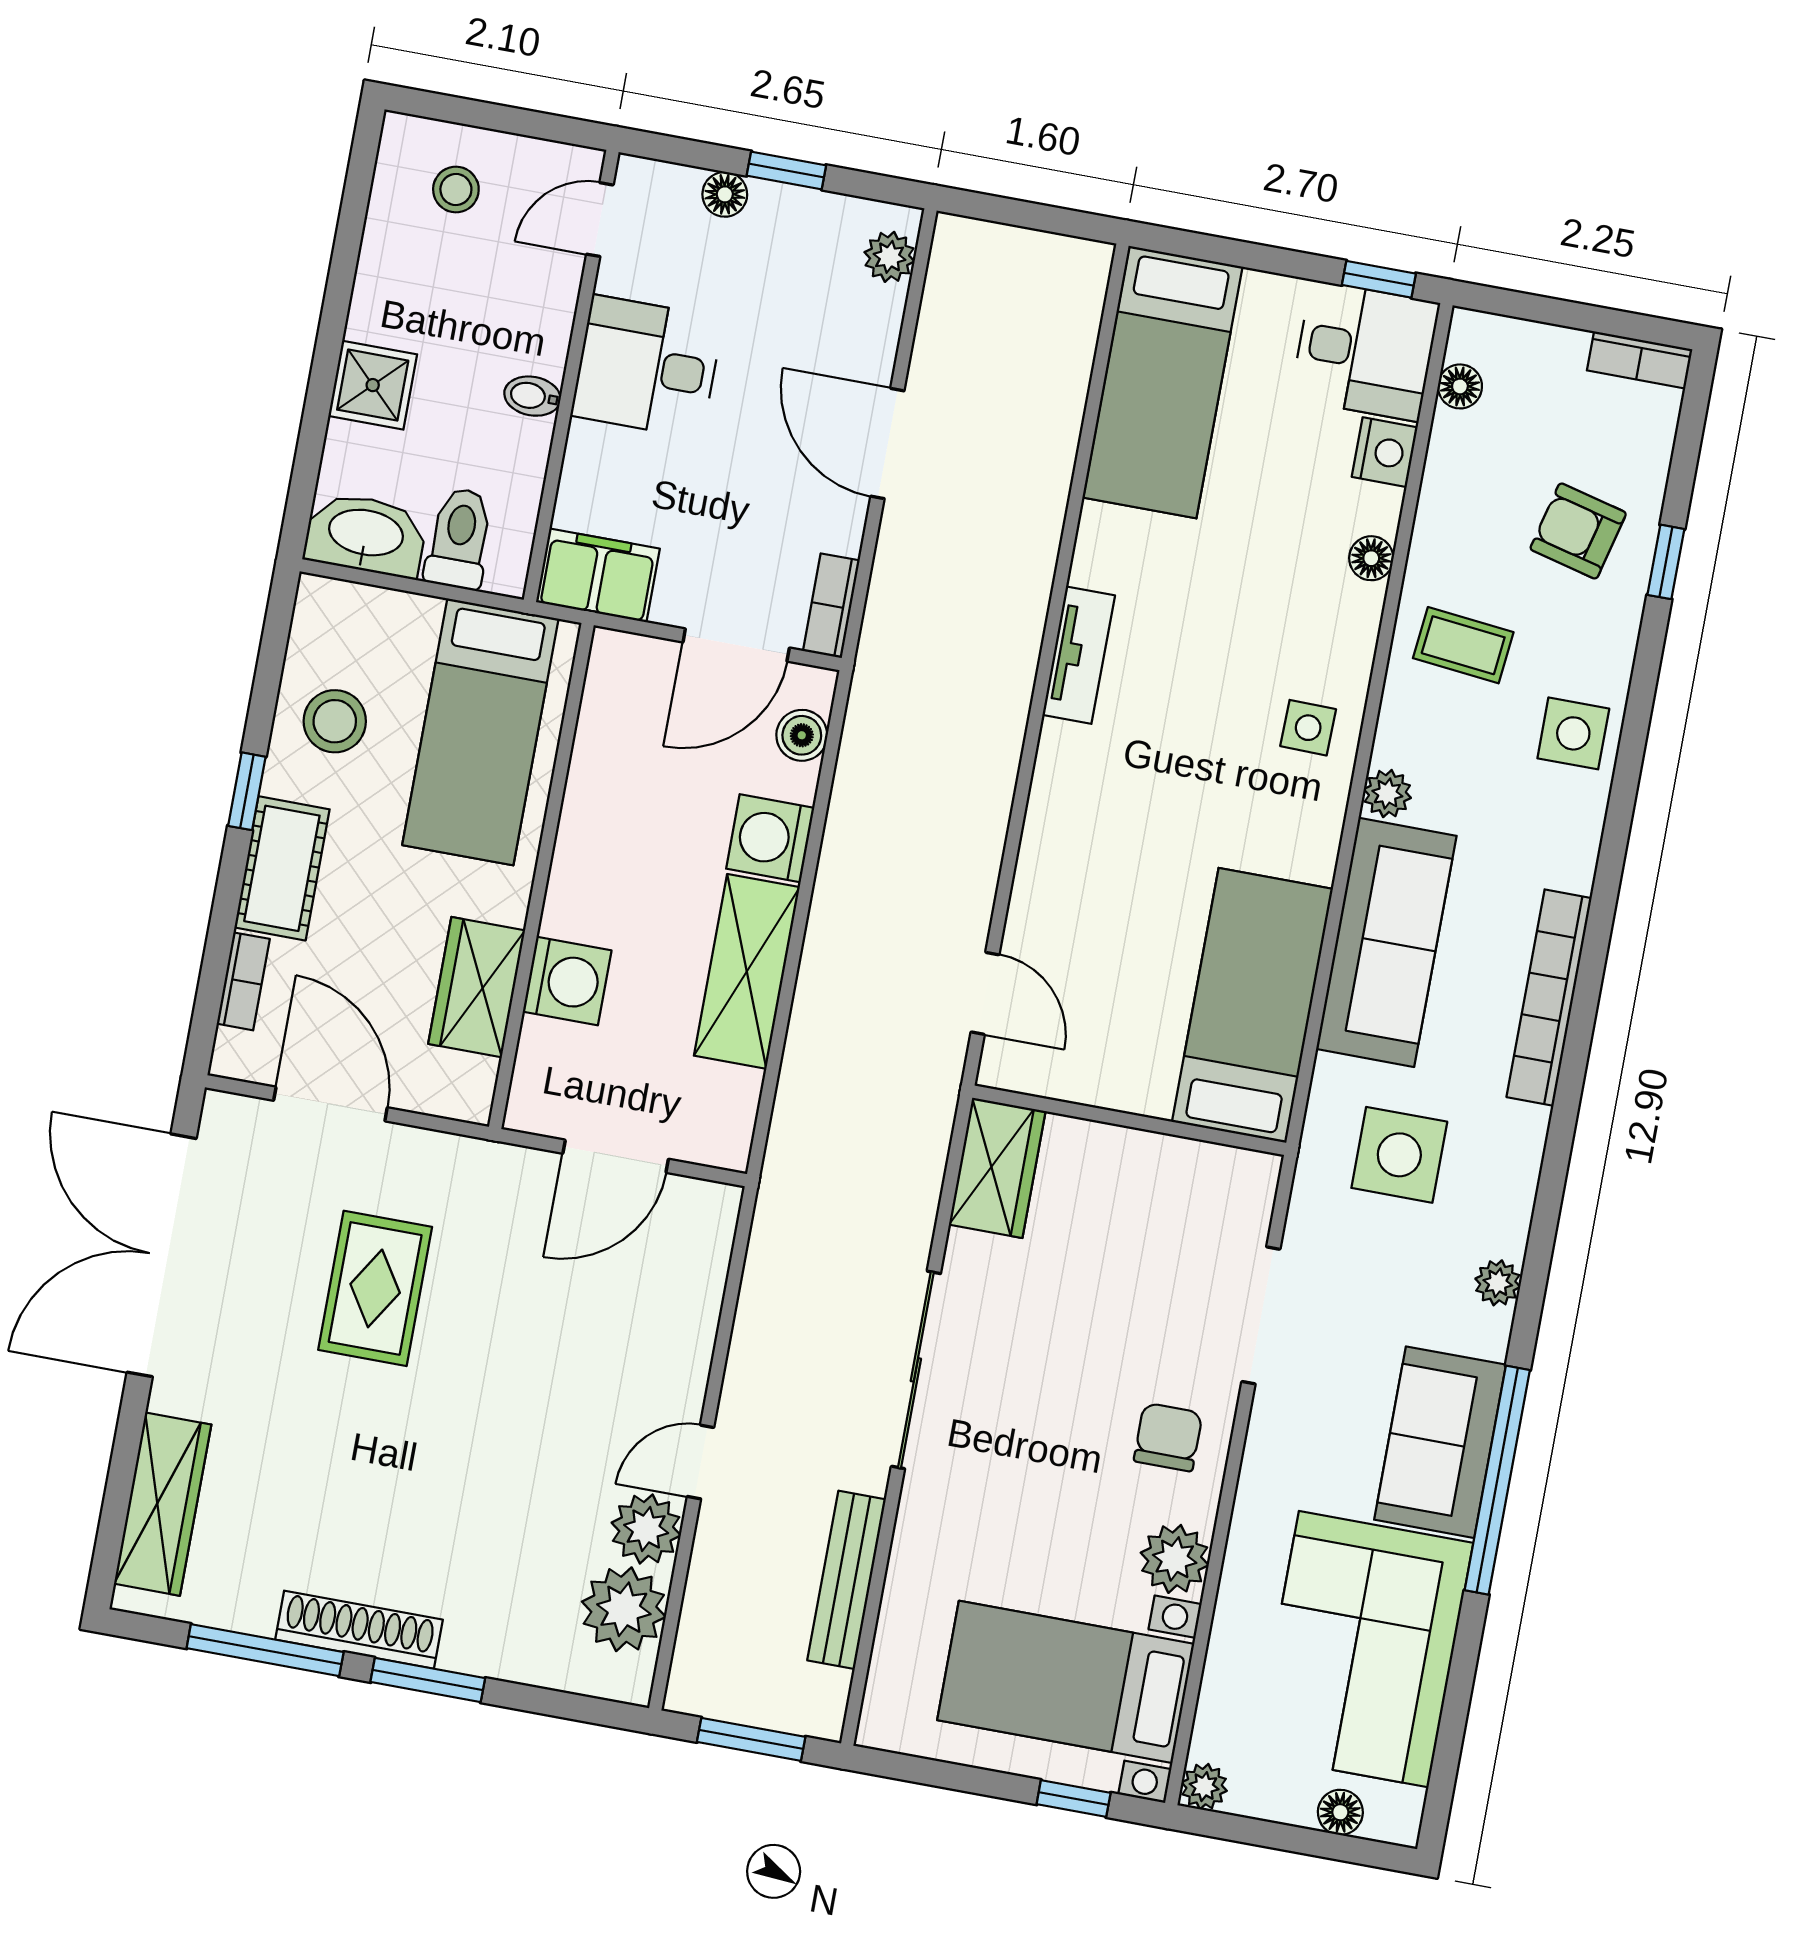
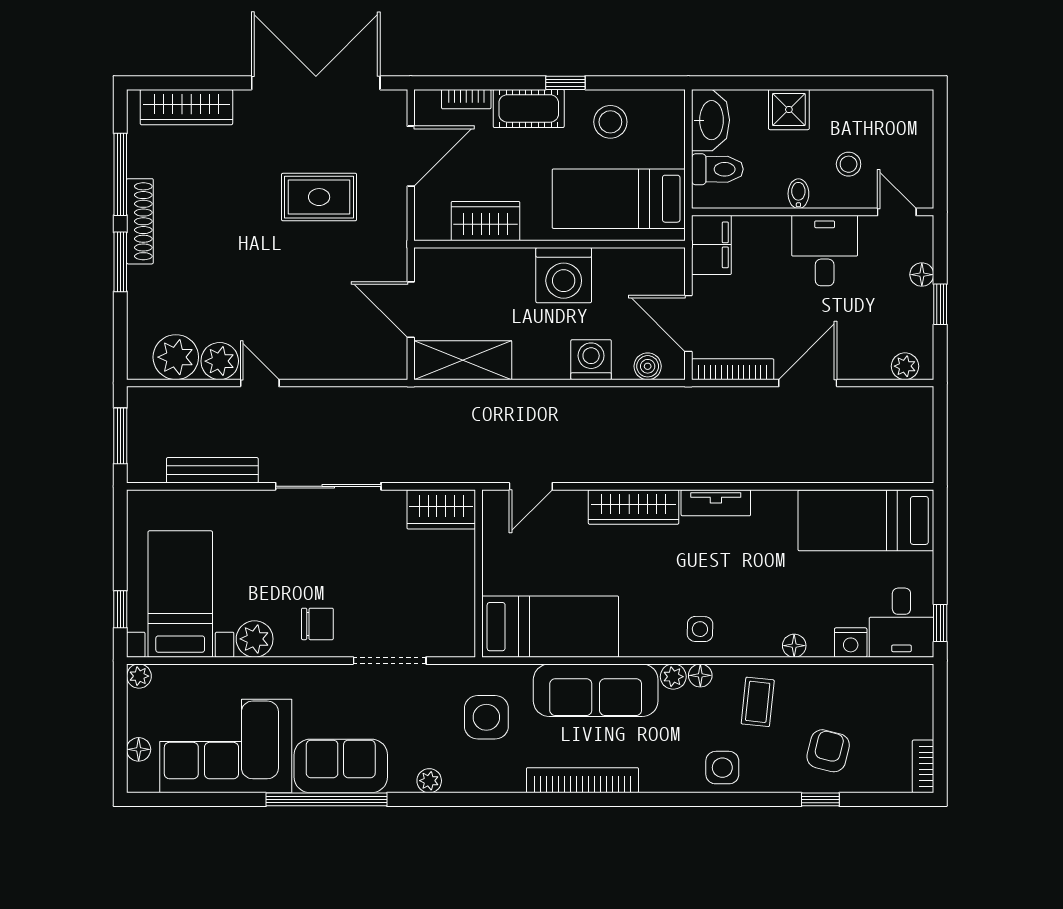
stool: (456, 190) -> (849, 164), moved
floor lamp: (1460, 386) -> (700, 675), moved
bookcase: (831, 606) -> (733, 369), width x1.56
wardrobe: (1058, 810) -> (634, 507), added
shelving: (747, 971) -> (463, 360), moved
washing machine: (567, 981) -> (564, 275), moved, width x1.37, depth x1.37

